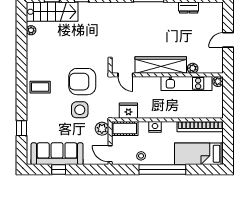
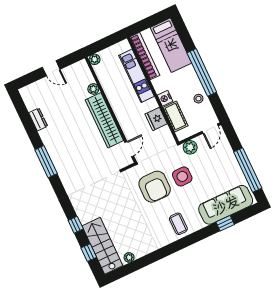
kitchen unit: (187, 83) -> (137, 76), moved, turned 180
fridge: (128, 111) -> (156, 119), moved
cot: (125, 129) -> (175, 117), moved
sofa: (57, 154) -> (226, 205), moved, turned 90
window: (59, 170) -> (248, 170), width x3.17

